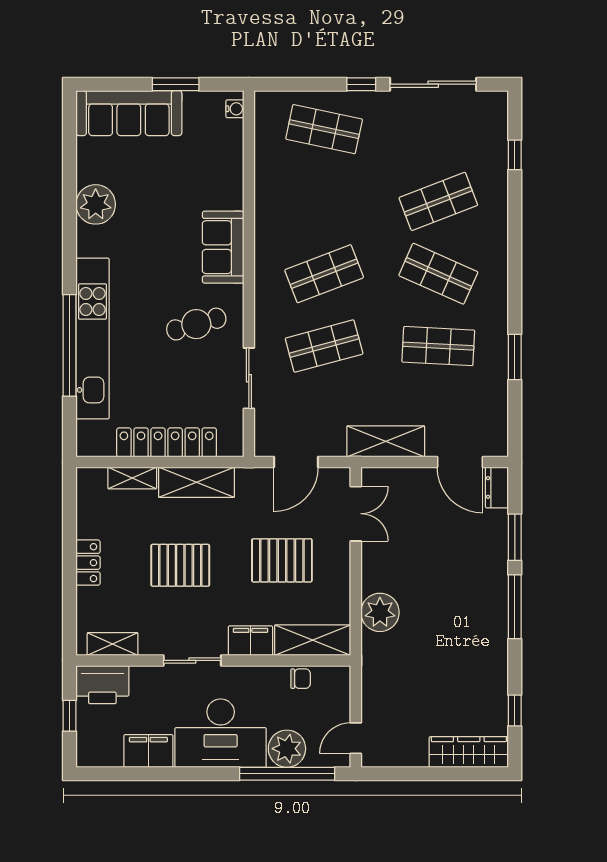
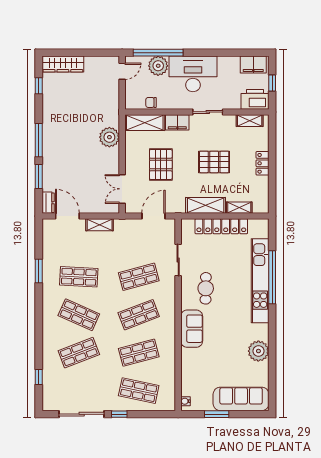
shop shelf: (324, 201) -> (139, 353), added
cafe table: (196, 324) -> (206, 288), turned -73
shelving: (386, 441) -> (100, 225), width x0.67, depth x0.75
pallet: (282, 560) -> (161, 164), turned 90
filing cabinet: (148, 751) -> (253, 65), moved

